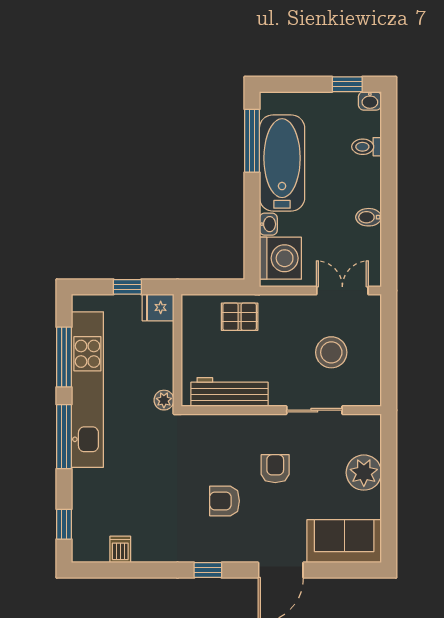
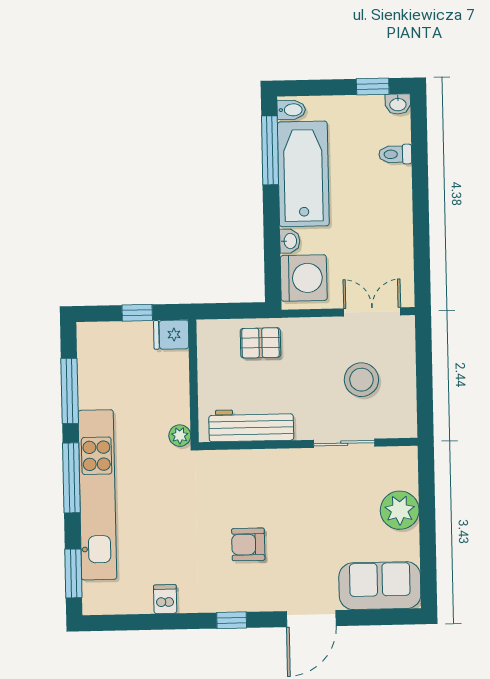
bidet: (369, 217) -> (291, 110), moved, turned 180
kitchen unit: (87, 390) -> (97, 495), moved
armchair: (275, 469) -> (303, 508), removed
window: (64, 524) -> (73, 573), width x1.50
dishwasher: (120, 549) -> (165, 599), moved

